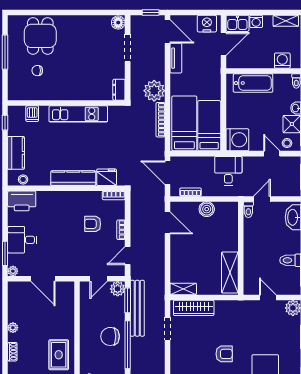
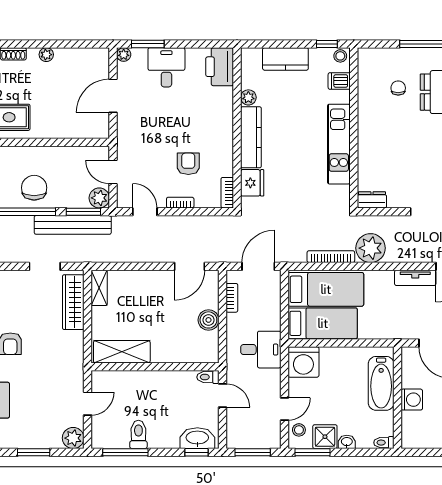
washing machine: (282, 61) -> (412, 400), moved
stool: (23, 179) -> (340, 56), moved
plant: (44, 180) -> (248, 97), added

